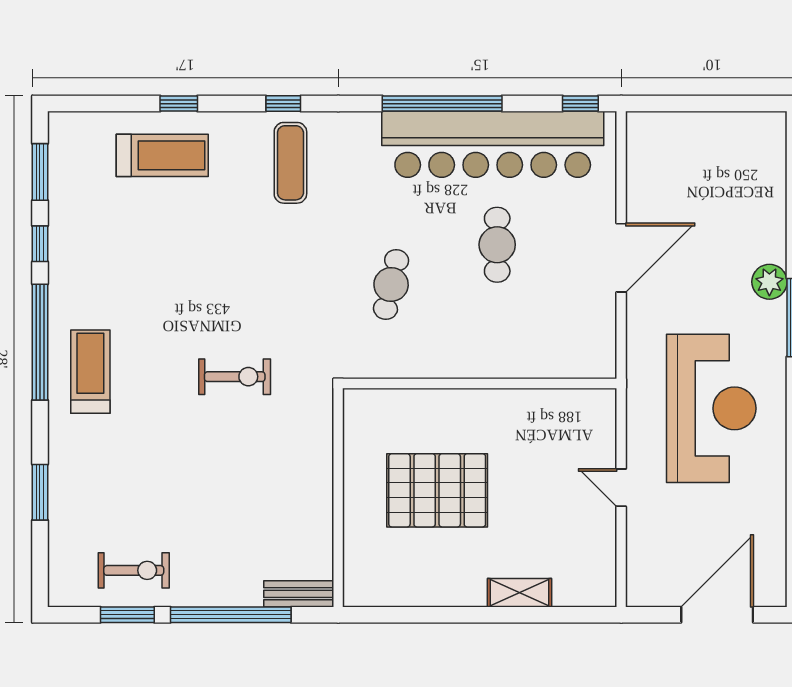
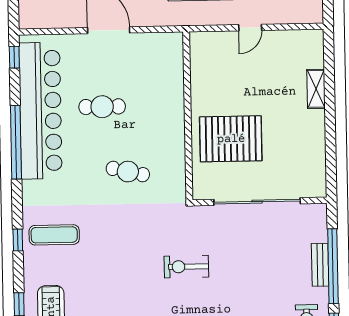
exercise bike: (235, 377) -> (186, 267), turned -90
pallet: (437, 490) -> (231, 139), moved, turned 90
sliding door: (338, 493) -> (257, 202), added
bench: (299, 594) -> (320, 265), moved

